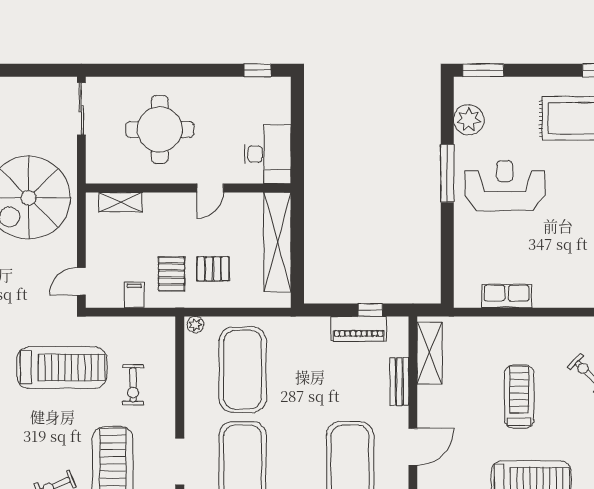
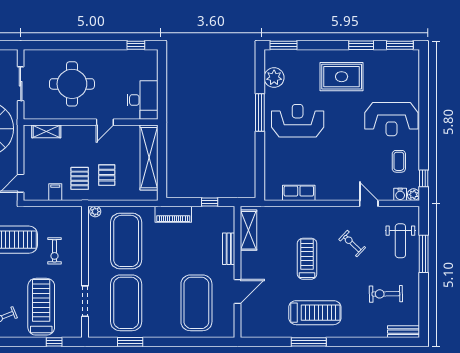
sliding door: (81, 109) -> (21, 84), moved
pallet: (213, 269) -> (107, 175), turned 90
piano: (359, 329) -> (173, 214), moved

